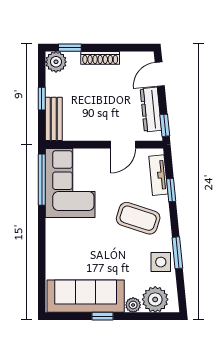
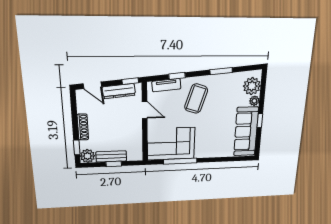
bench: (54, 119) -> (111, 156), moved
window: (42, 180) -> (180, 161), moved
side table: (161, 262) -> (227, 83), removed

